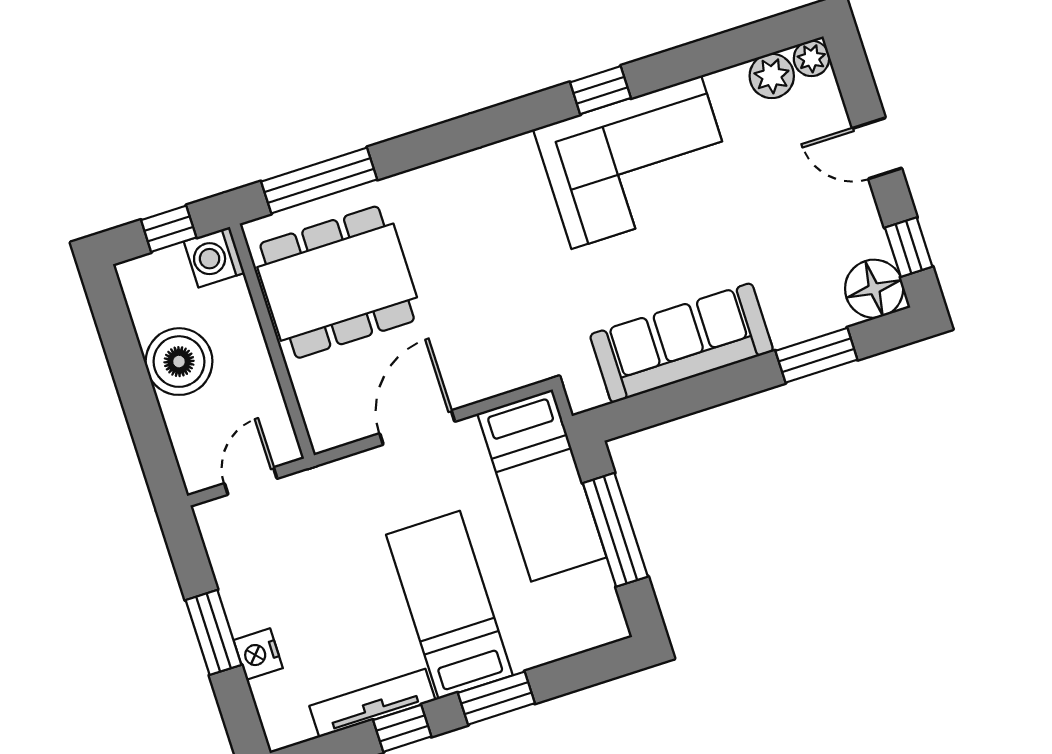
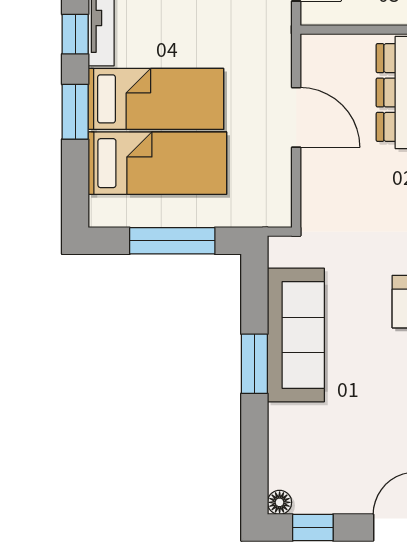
floor lamp: (874, 289) -> (280, 502), width x0.53, depth x0.53
window: (816, 355) -> (254, 364), moved
bed: (542, 485) -> (157, 163), moved, turned 180

